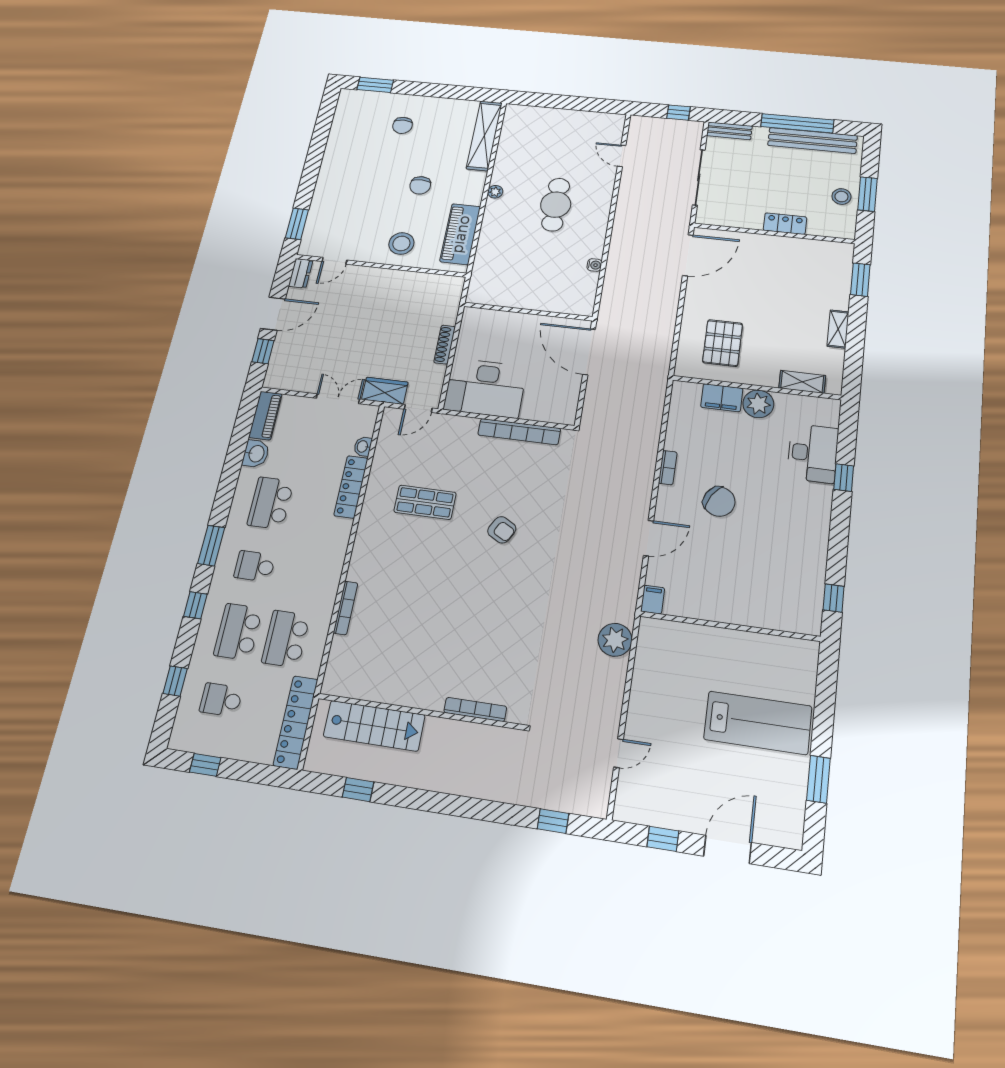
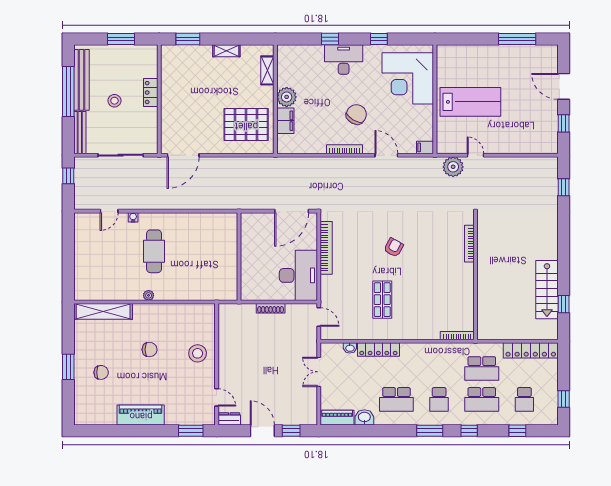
window: (375, 85) -> (68, 367), moved
bench: (729, 131) -> (80, 133), width x1.36
stool: (841, 197) -> (114, 101), moved
cafe table: (556, 205) -> (154, 251), turned 90
piano: (460, 234) -> (141, 415), moved, turned 180
door: (688, 255) -> (183, 155), swing flipped
water cooler: (594, 265) -> (133, 217), moved
pallet: (723, 343) -> (246, 125), width x1.37, depth x1.41
door: (589, 352) -> (292, 211), moved
wardrobe: (385, 391) -> (309, 342), removed
desk: (813, 453) -> (344, 60), moved
bookcase: (668, 468) -> (345, 149), width x1.56
corner desk: (769, 588) -> (408, 78), added
window: (834, 598) -> (379, 39), moved
bookcase: (475, 709) -> (469, 244), moved
wall: (421, 712) -> (475, 276), moved
lab bench: (758, 723) -> (470, 102), moved, turned 90
stairs: (374, 726) -> (547, 290), moved, turned 180
door: (619, 753) -> (475, 155), moved
window: (818, 779) -> (517, 39), width x1.44

